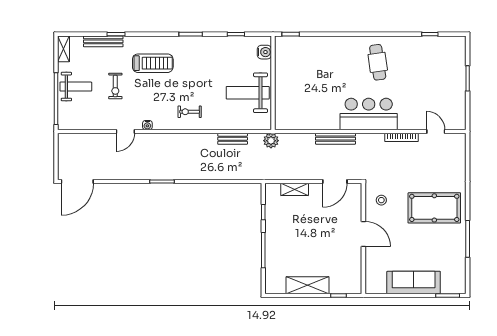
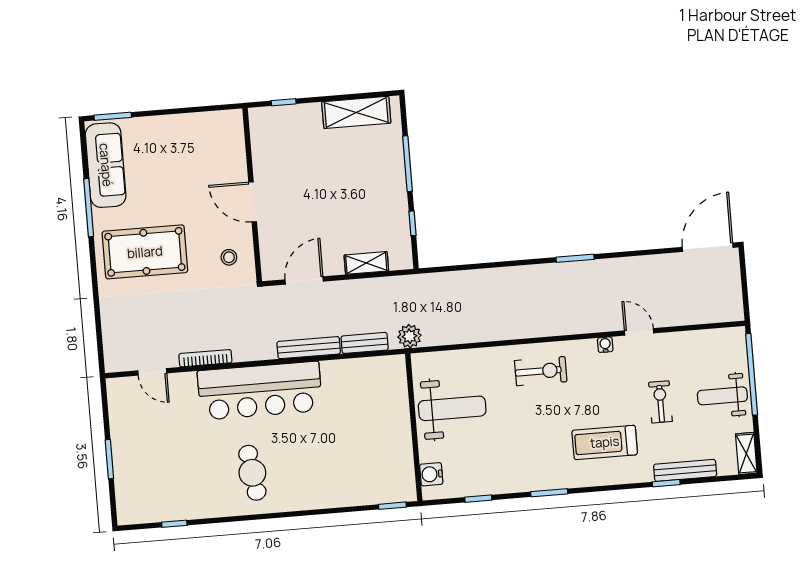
exercise bike: (190, 112) -> (541, 371), width x1.38, depth x1.39
bar counter: (369, 114) -> (260, 391), width x1.36
door: (125, 131) -> (639, 332), hinge flipped
bench: (233, 139) -> (365, 343), moved
sofa: (414, 283) -> (106, 165), moved, turned -90
shelving: (308, 285) -> (356, 112), moved

